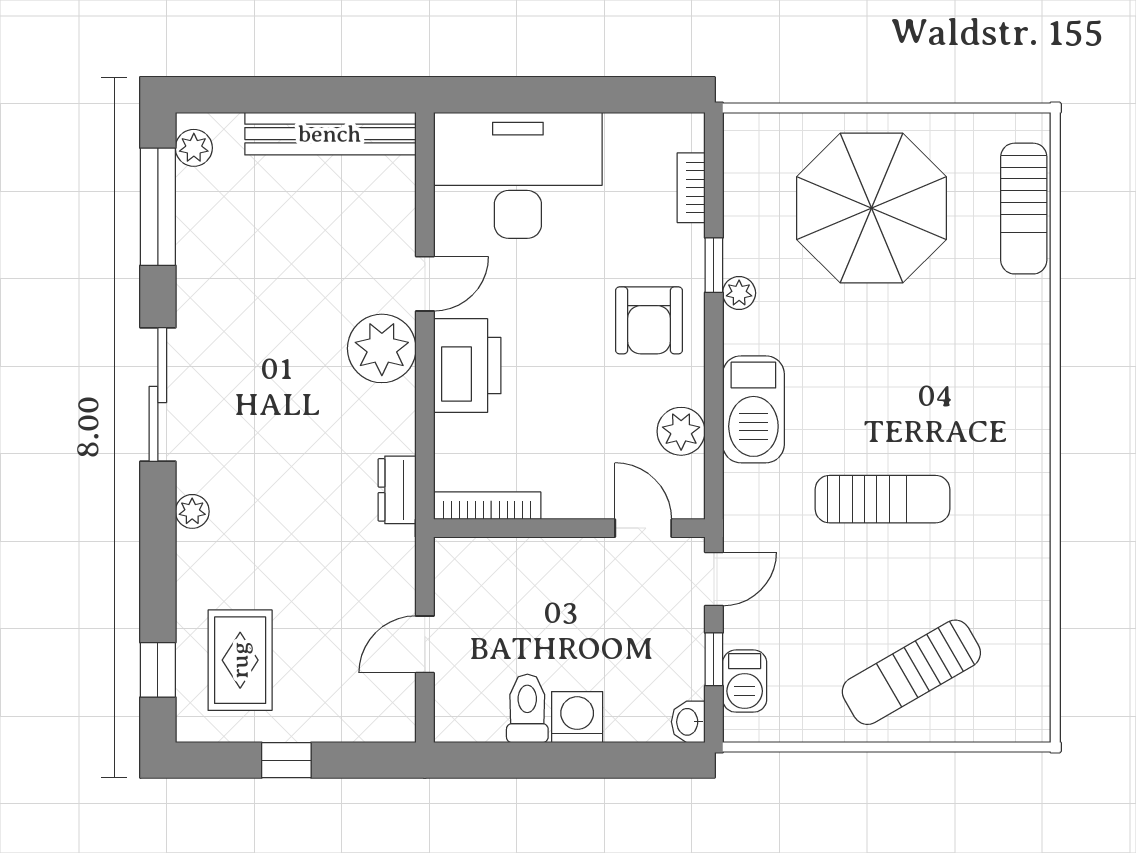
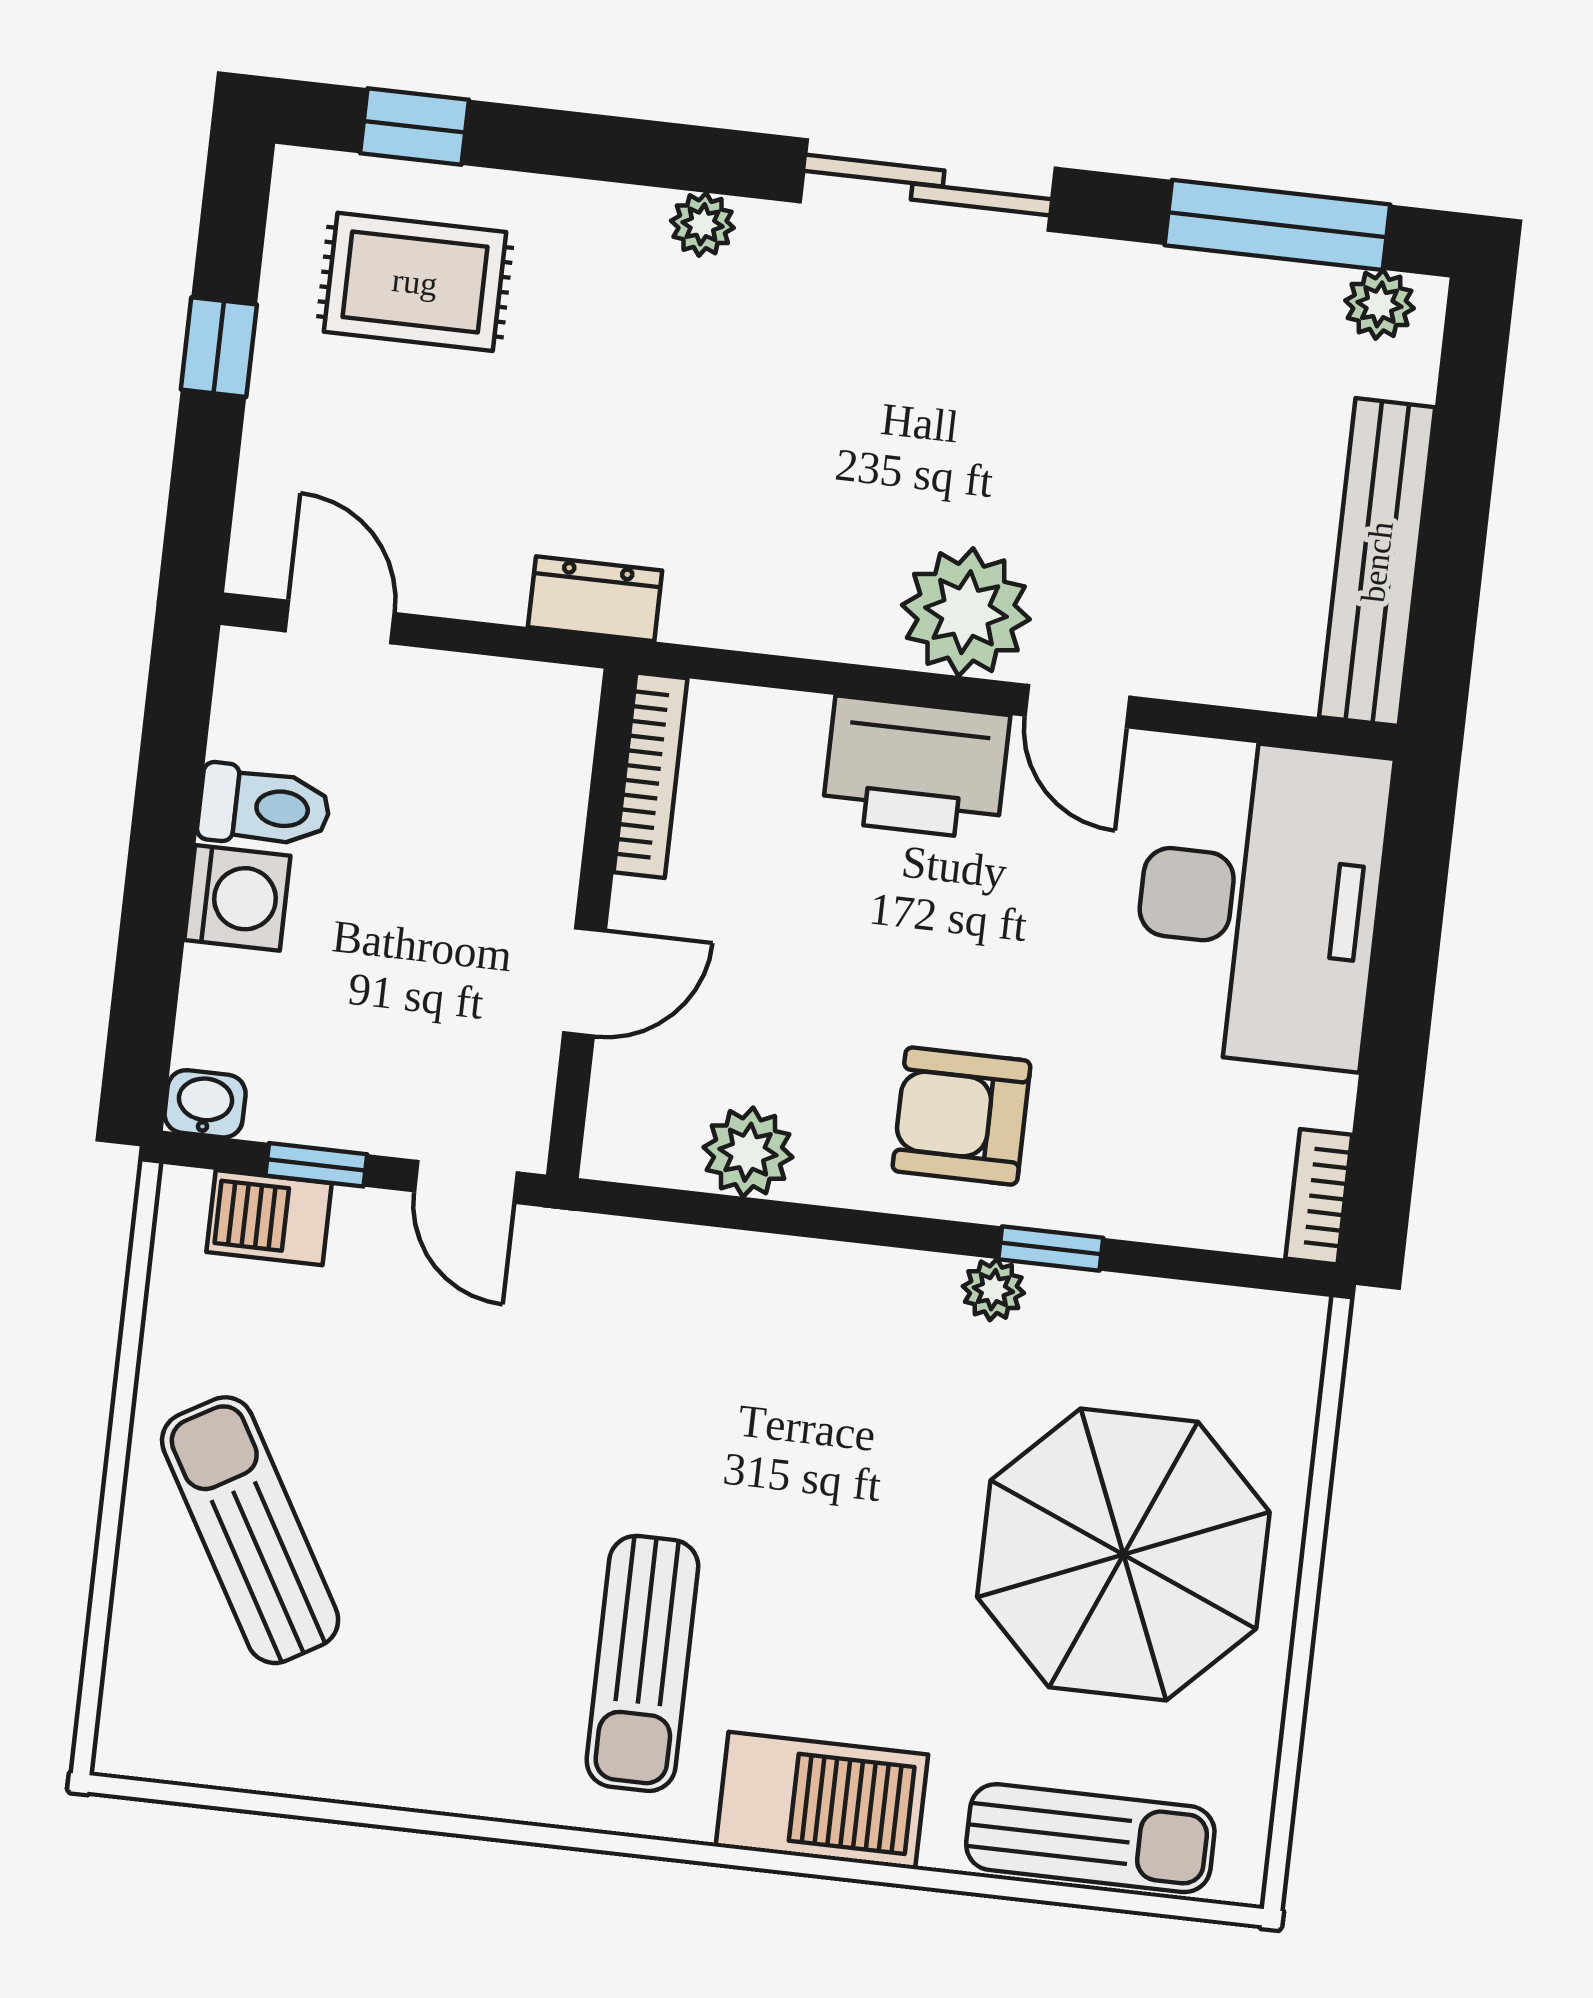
bookcase: (691, 188) -> (1319, 1197), moved, turned -90
sun lounger: (1024, 209) -> (1090, 1838), turned 180
barbecue: (753, 409) -> (822, 1800), moved, turned 180
dresser: (397, 490) -> (595, 599), moved
sun lounger: (882, 499) -> (642, 1663), moved
door: (643, 528) -> (584, 982), moved
door: (425, 644) -> (340, 622), moved

